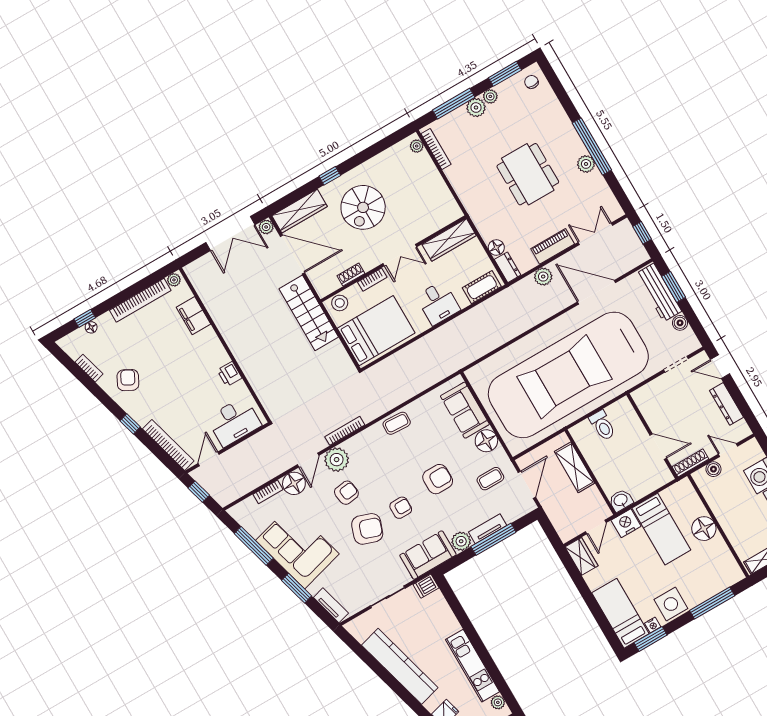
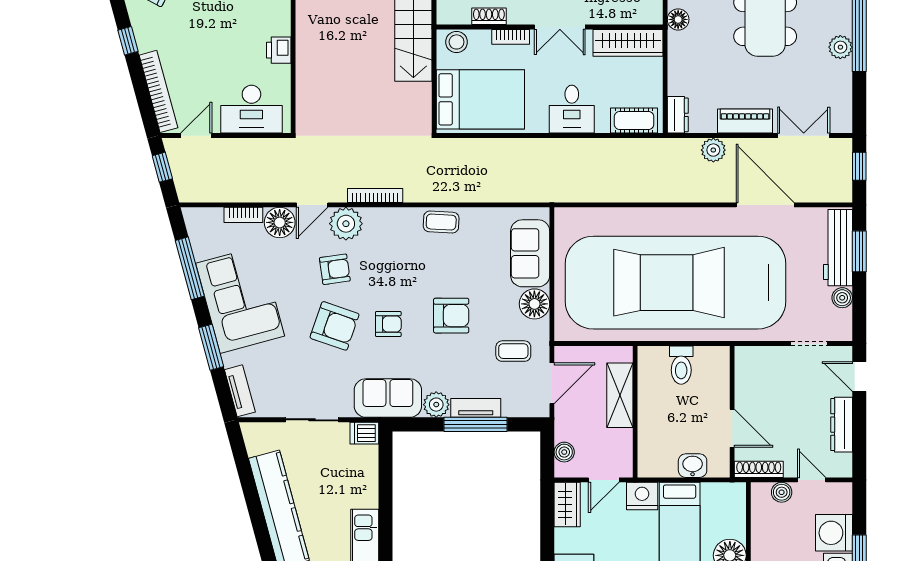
floor lamp: (496, 247) -> (678, 19), moved
washbasin: (621, 500) -> (693, 466), moved
boiler: (560, 524) -> (564, 452), added

